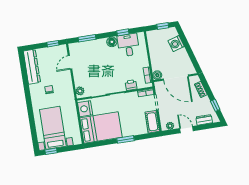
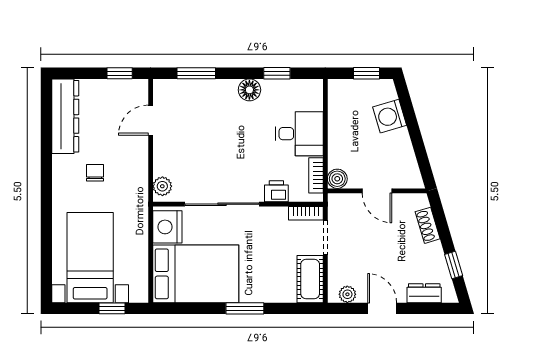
desk: (128, 45) -> (299, 134), moved, turned 90
door: (176, 78) -> (377, 191), width x0.53
window: (51, 151) -> (112, 308), moved

